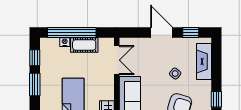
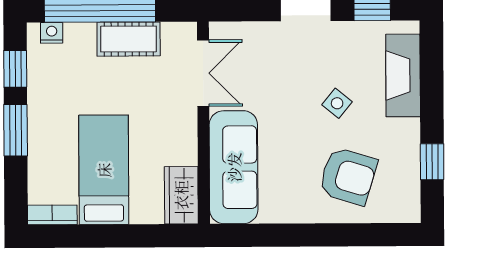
nightstand: (65, 42) -> (52, 33), moved

